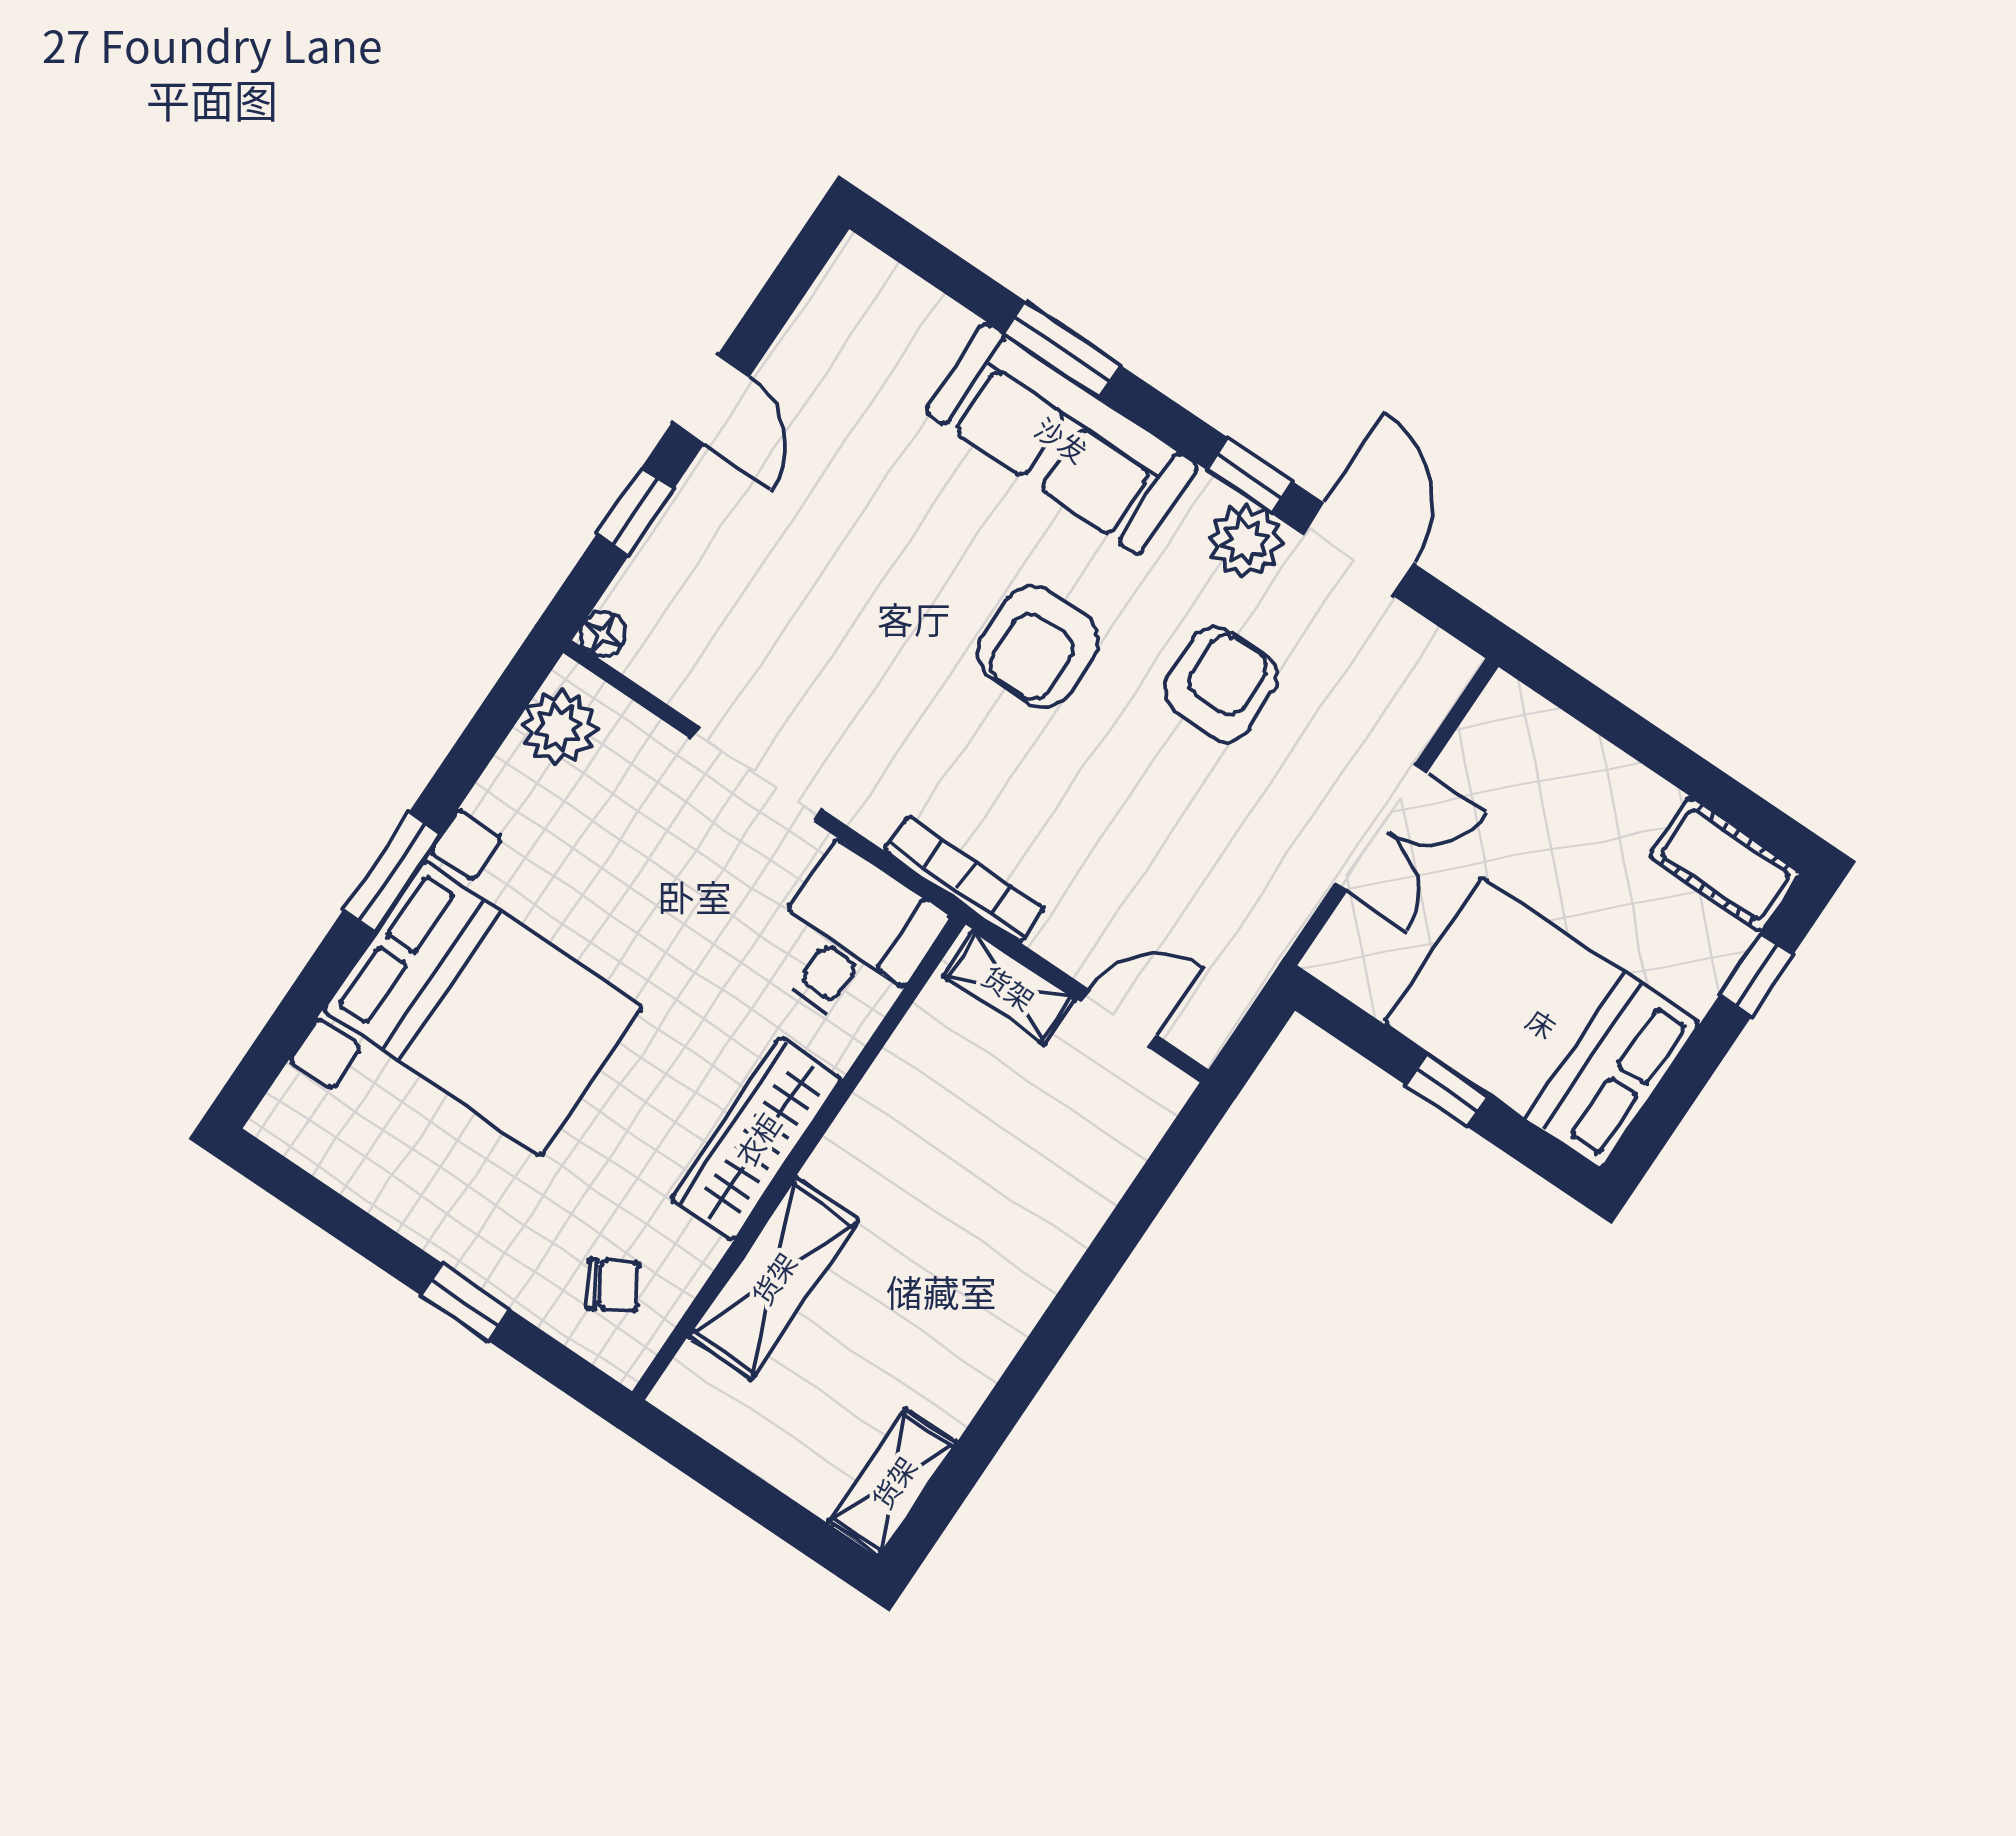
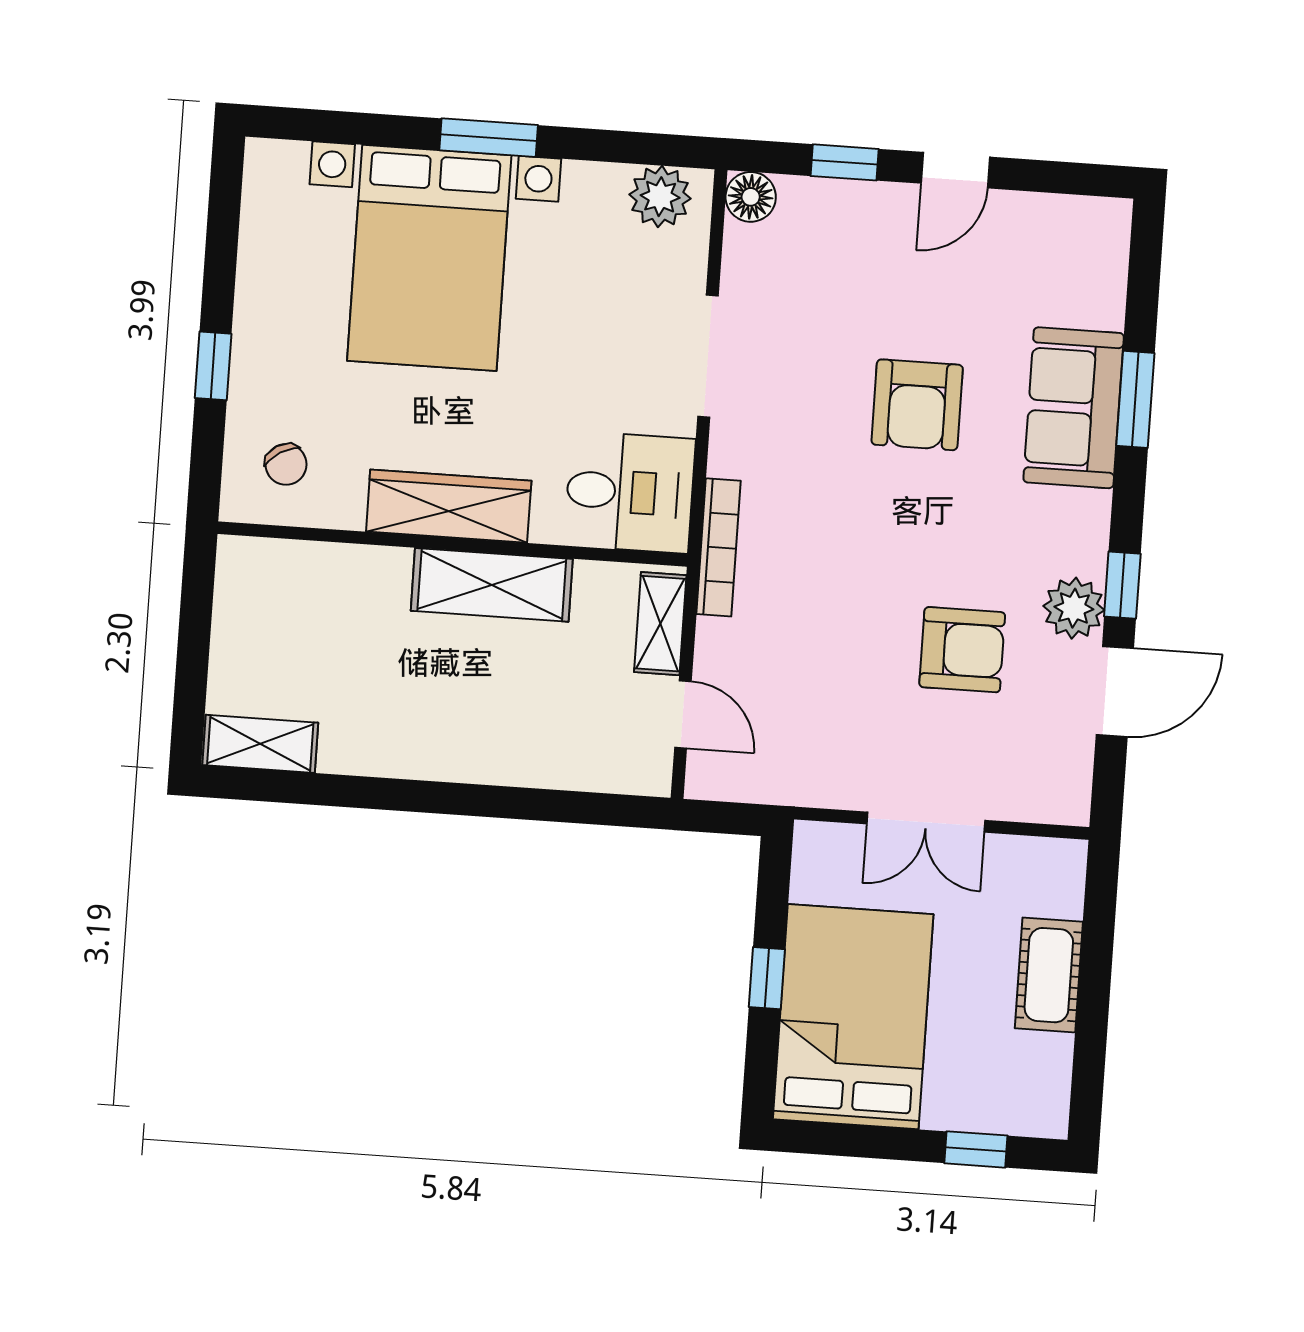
sofa: (1062, 439) -> (1074, 408), width x0.73
floor lamp: (603, 634) -> (751, 197), width x1.37, depth x1.37
armchair: (1038, 646) -> (917, 405), moved, turned -90
cot: (1726, 865) -> (1049, 975), moved
shelving: (773, 1278) -> (492, 585), moved

